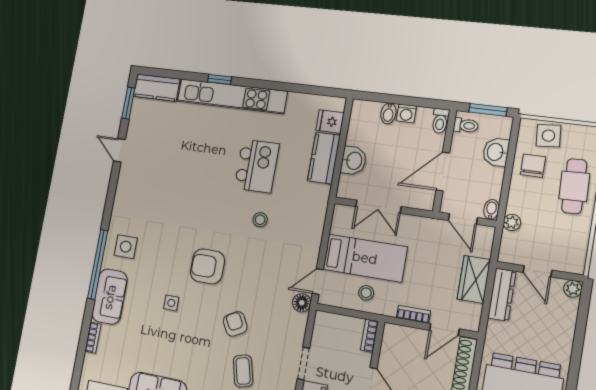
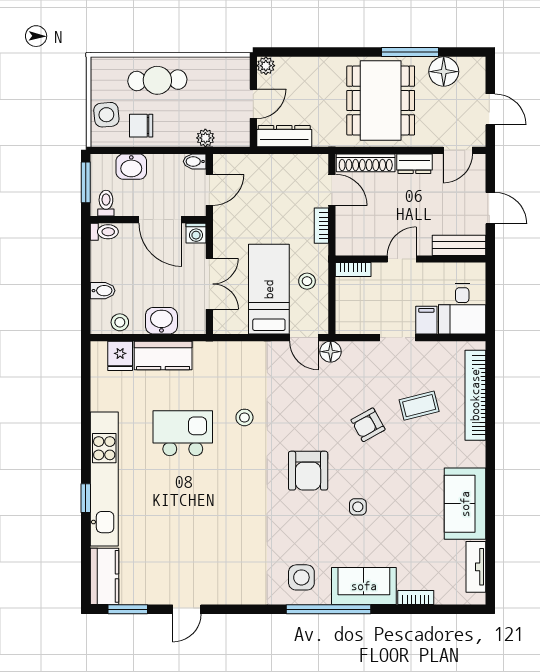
washing machine: (406, 113) -> (196, 233), moved, turned 90
stool: (358, 125) -> (120, 322), added
wardrobe: (474, 279) -> (273, 168), removed

